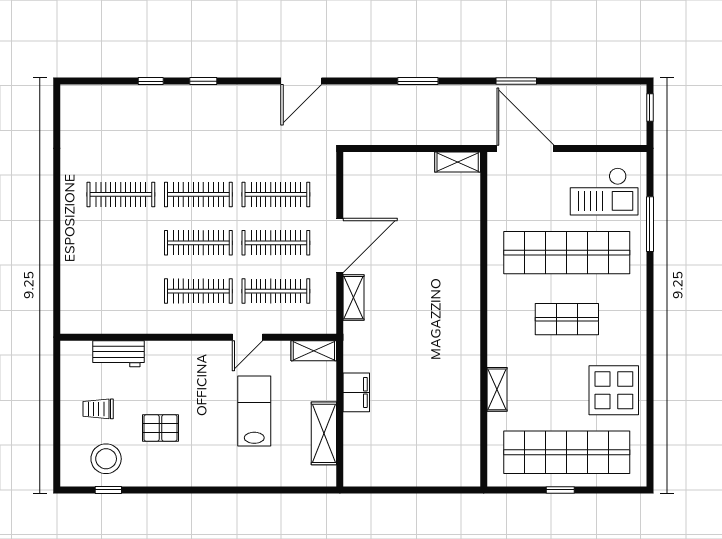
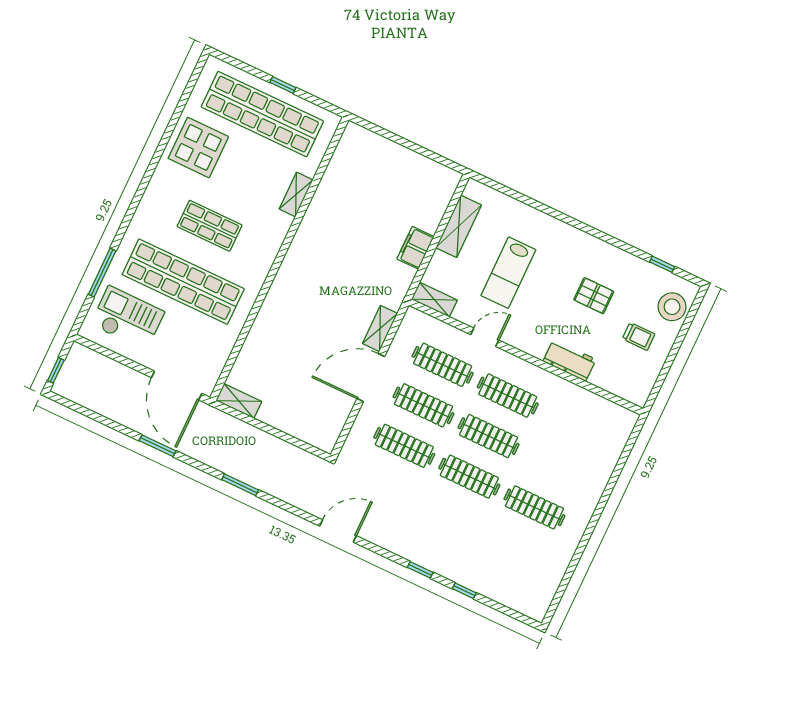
workbench: (119, 354) -> (569, 360), moved
stool: (106, 459) -> (672, 307), moved

